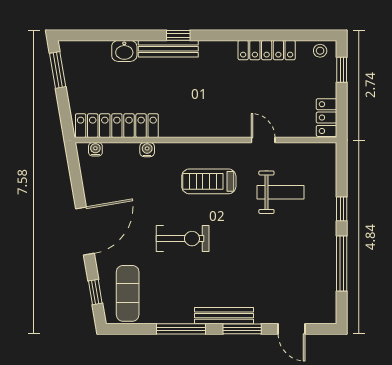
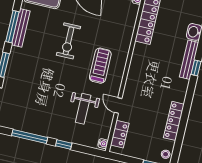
locker: (327, 118) -> (120, 134), moved, turned 90
door: (263, 140) -> (118, 106), swing flipped
water cooler: (147, 150) -> (103, 144), moved
bench: (224, 316) -> (21, 28), moved

